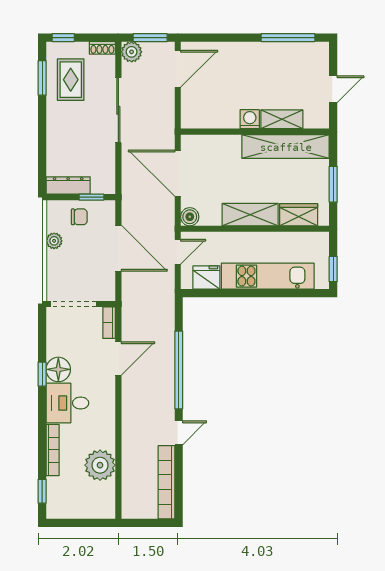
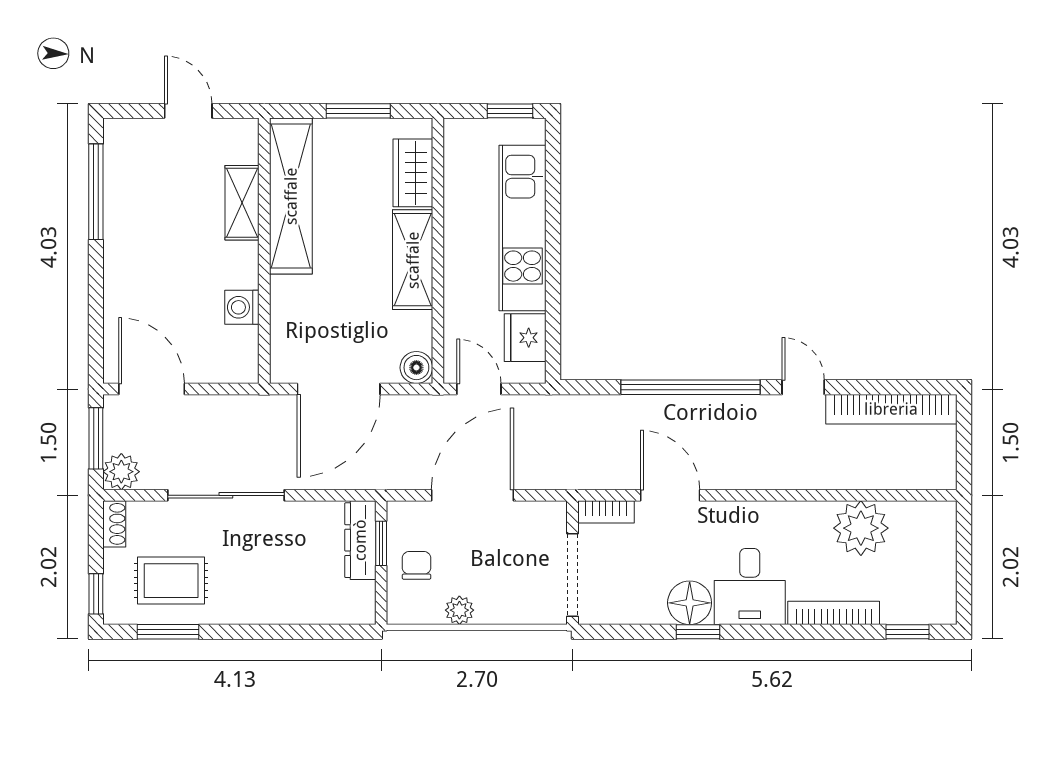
washing machine: (250, 119) -> (242, 307), moved
dresser: (68, 185) -> (360, 540), moved

